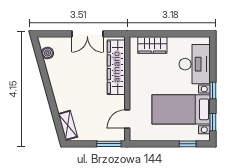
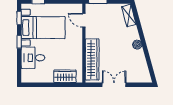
boiler: (47, 53) -> (137, 45), moved
desk: (195, 64) -> (33, 58), width x0.73
door: (127, 119) -> (84, 20), swing flipped

